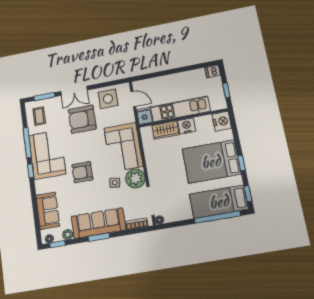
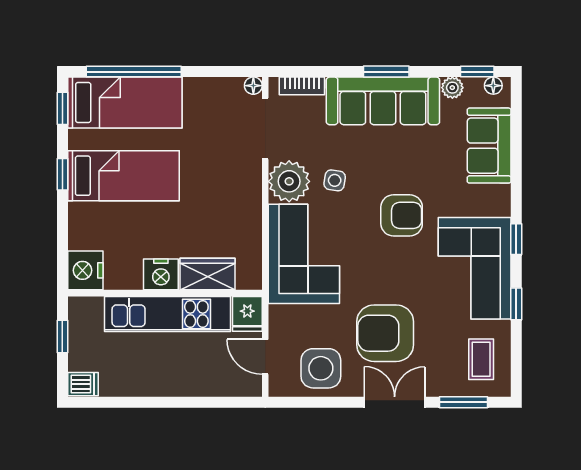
armchair: (82, 119) -> (385, 333), turned 180
window: (27, 143) -> (516, 304), width x0.46
bed: (211, 162) -> (123, 176), width x0.67

